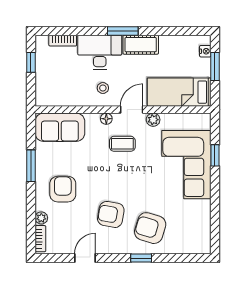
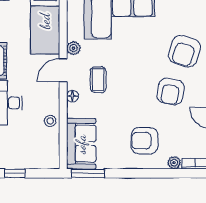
stool: (103, 88) -> (50, 121), moved
door: (132, 110) -> (63, 70), hinge flipped
window: (31, 166) -> (88, 173), moved

